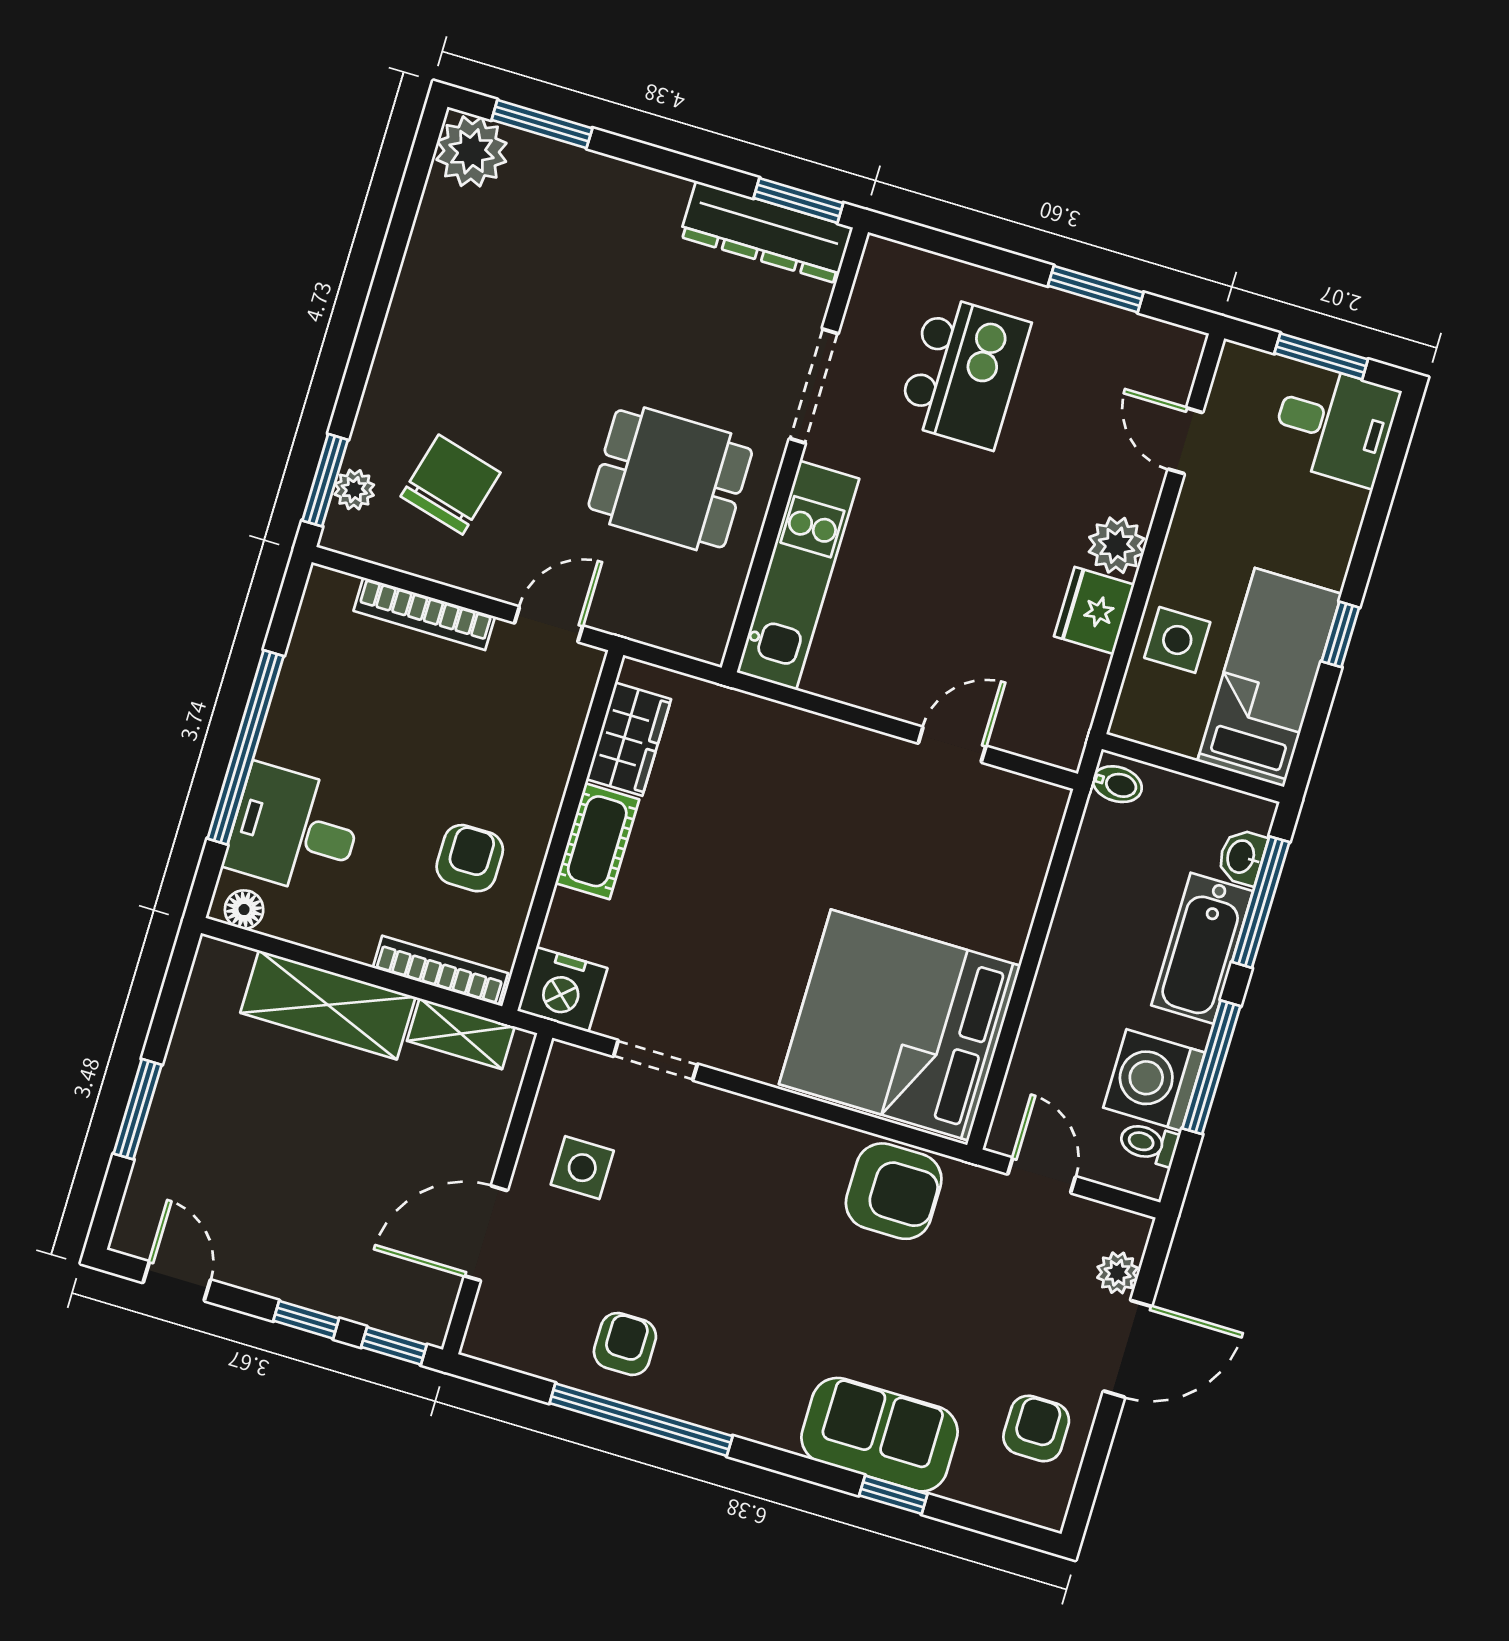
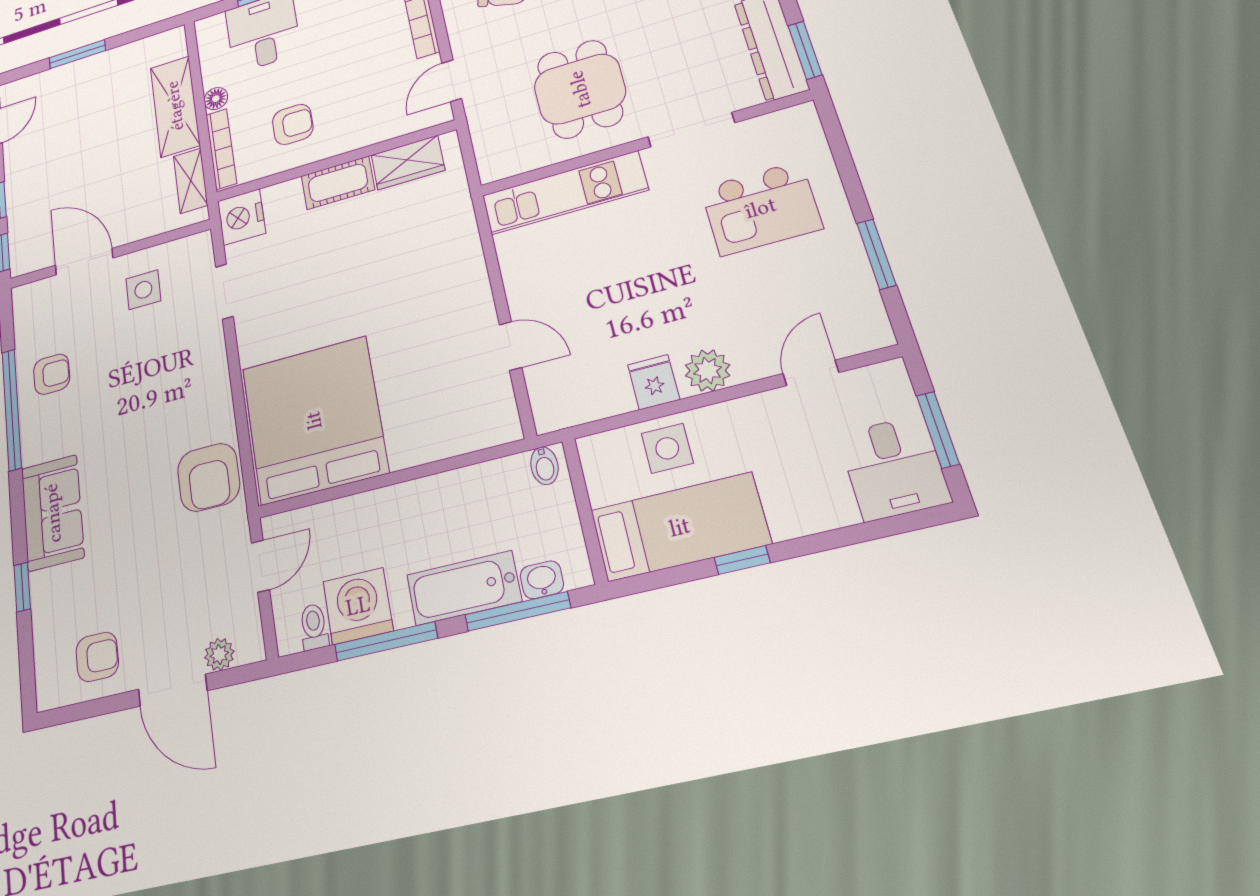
fridge: (1094, 610) -> (654, 382), width x0.72
door: (549, 624) -> (452, 81), swing flipped
floor lamp: (244, 910) -> (216, 99), moved
sofa: (880, 1435) -> (53, 513), moved

